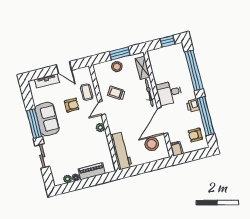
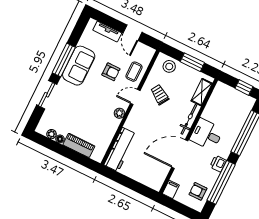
stool: (117, 67) -> (169, 66), moved
stool: (152, 144) -> (153, 166), removed

